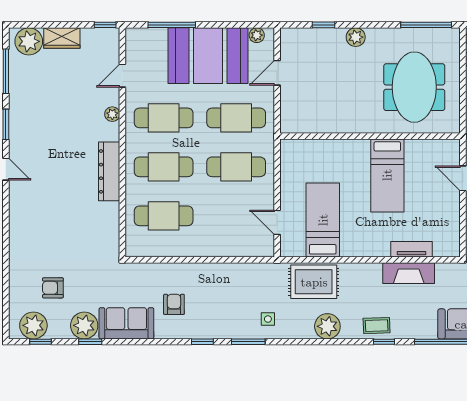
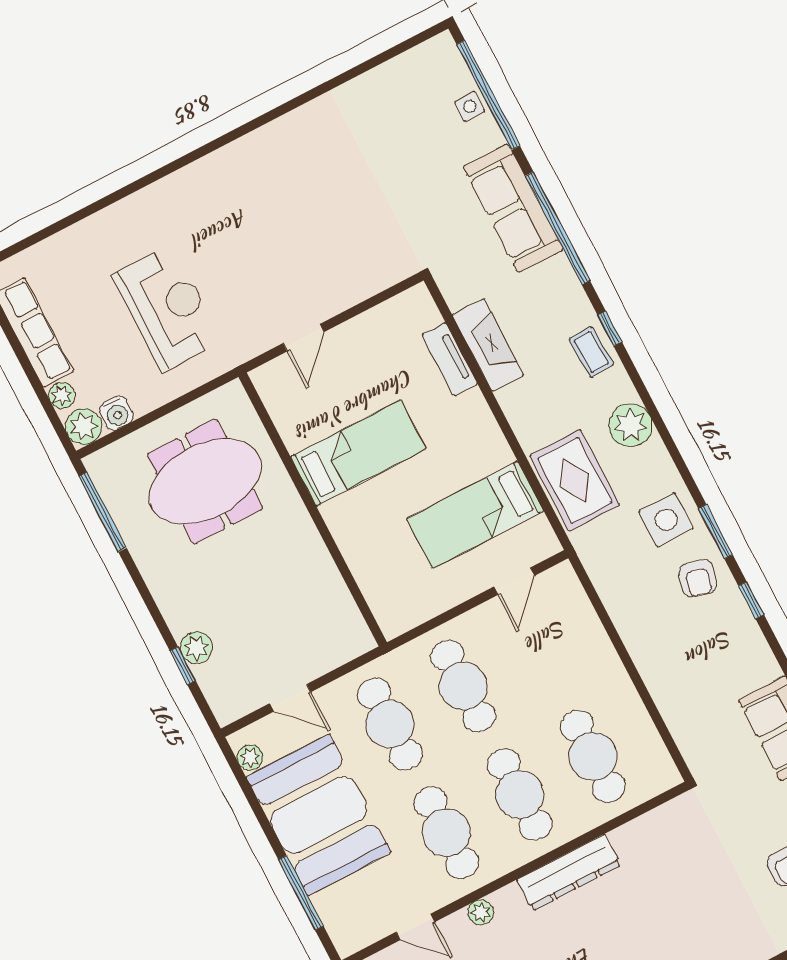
plant: (356, 37) -> (196, 648), moved
armchair: (174, 304) -> (698, 578), moved, turned -76
side table: (268, 319) -> (666, 520), width x1.87, depth x1.87

